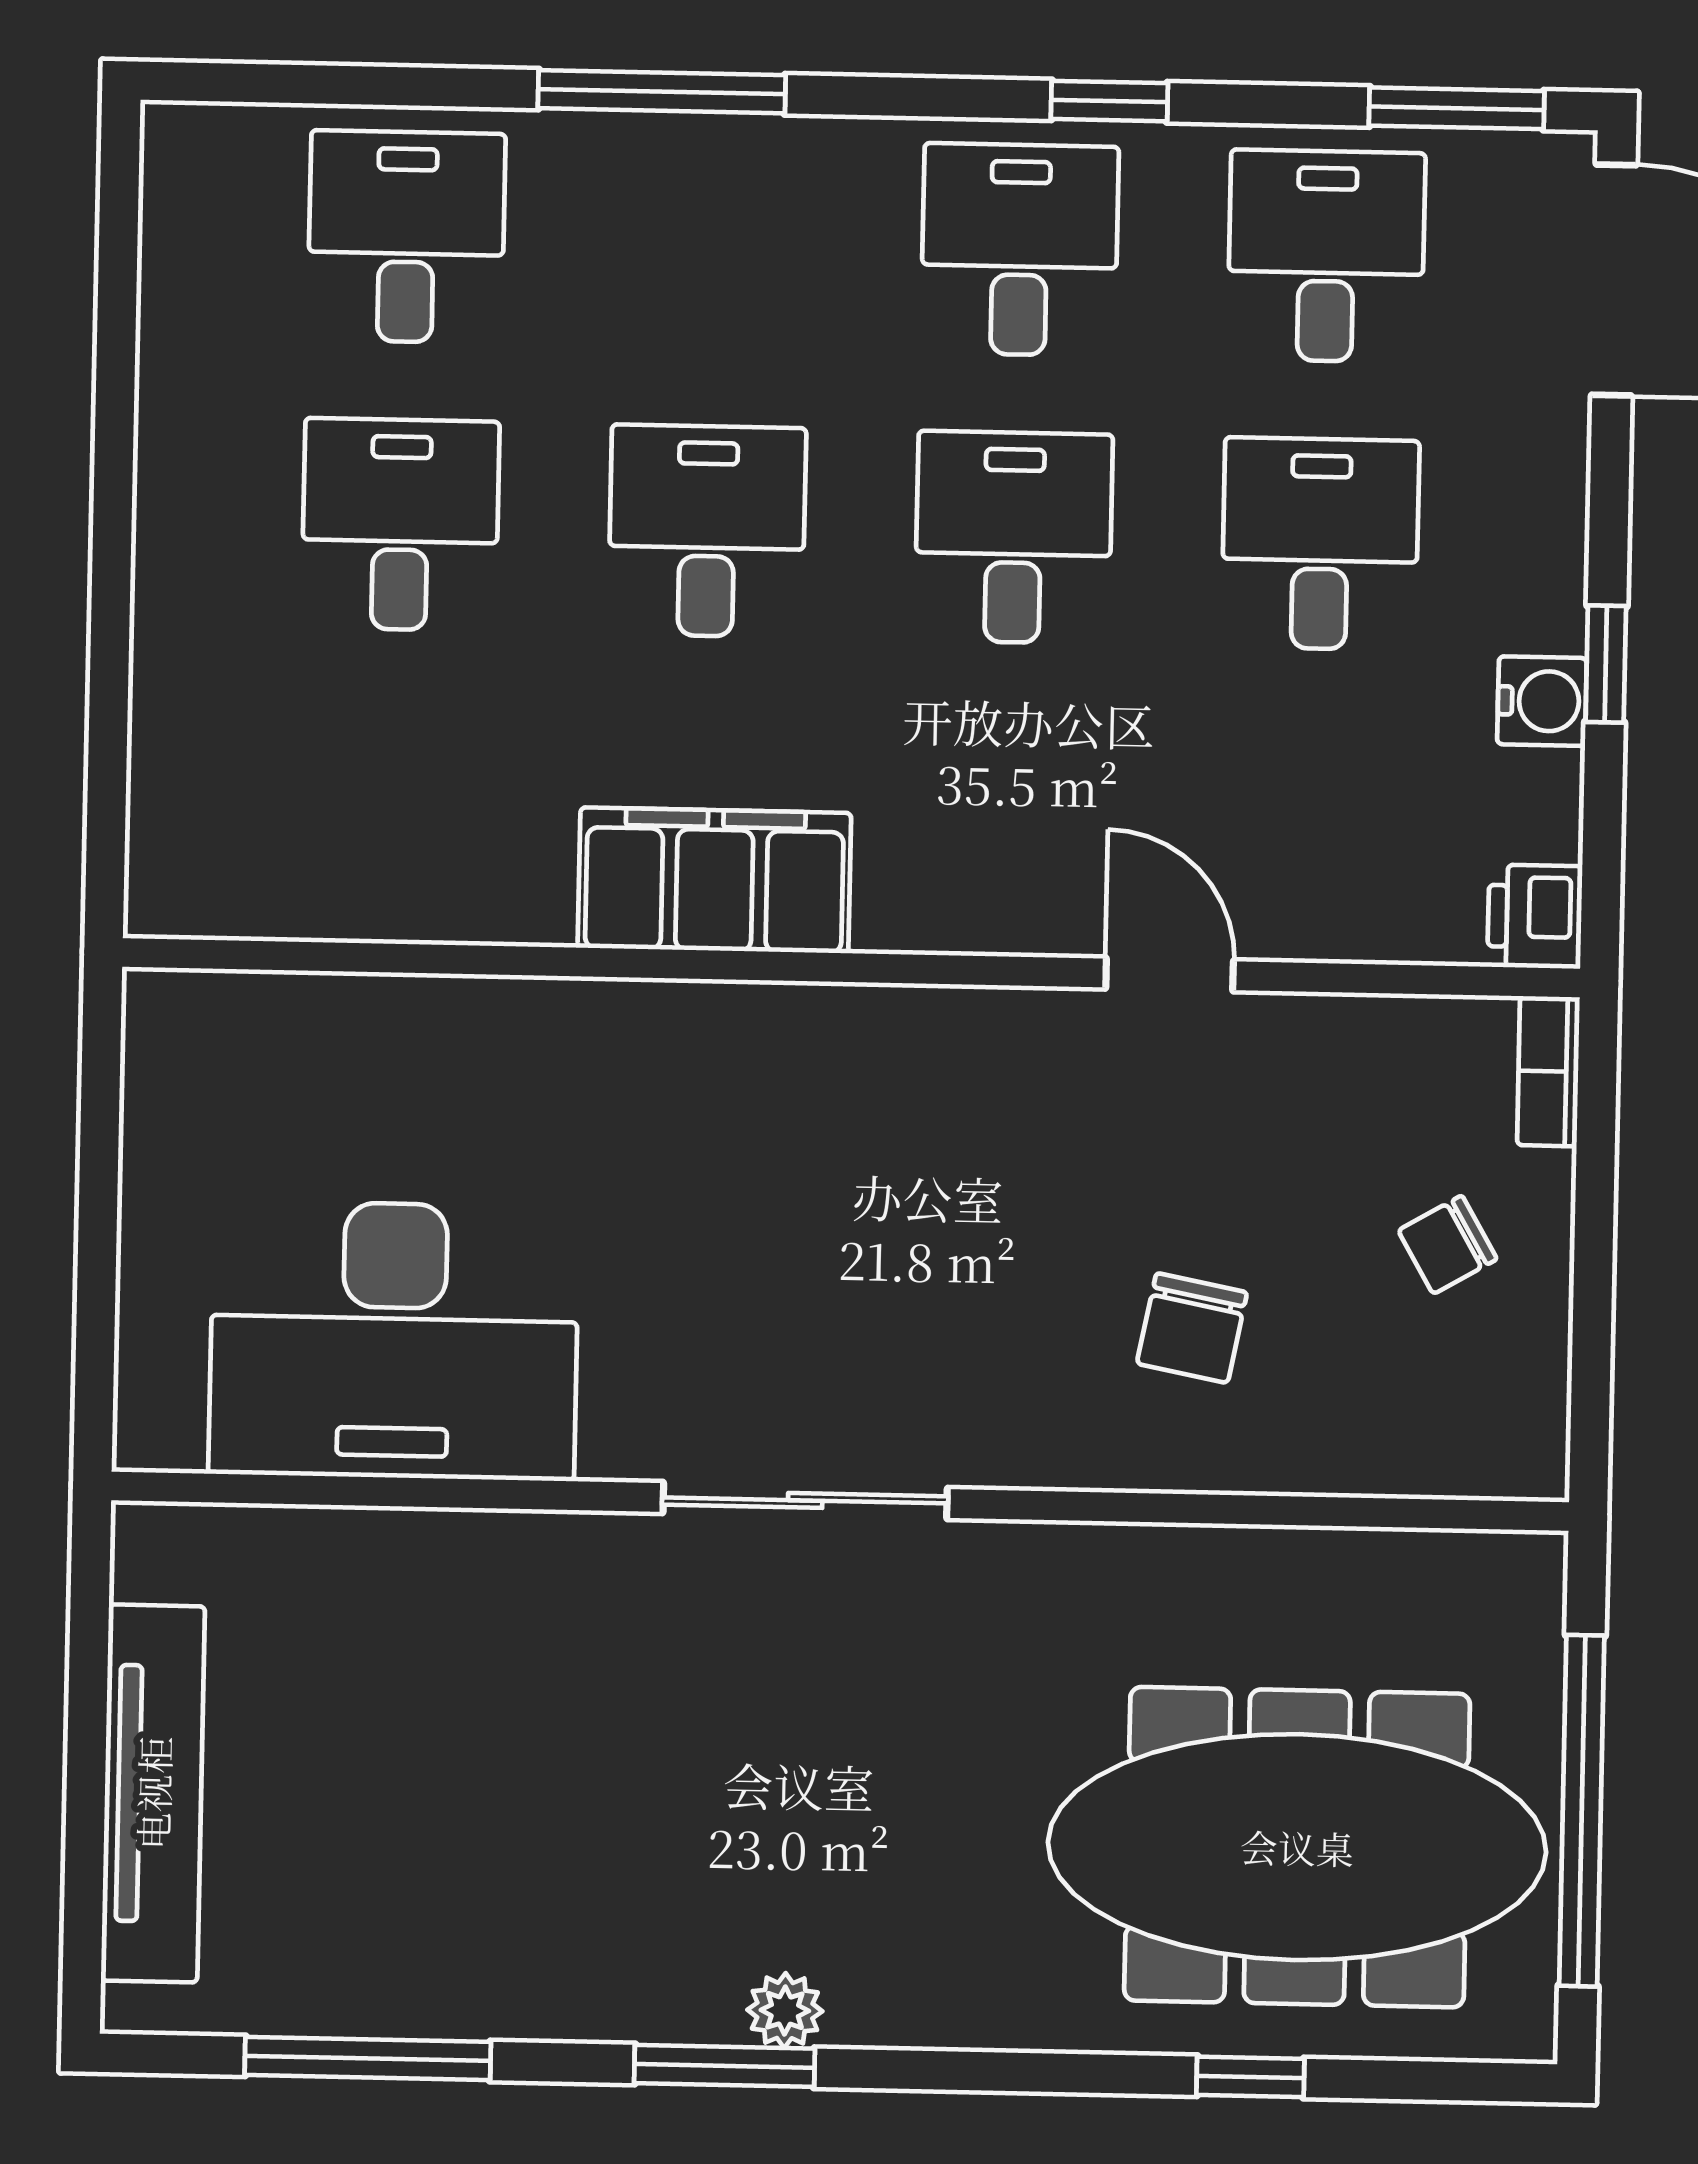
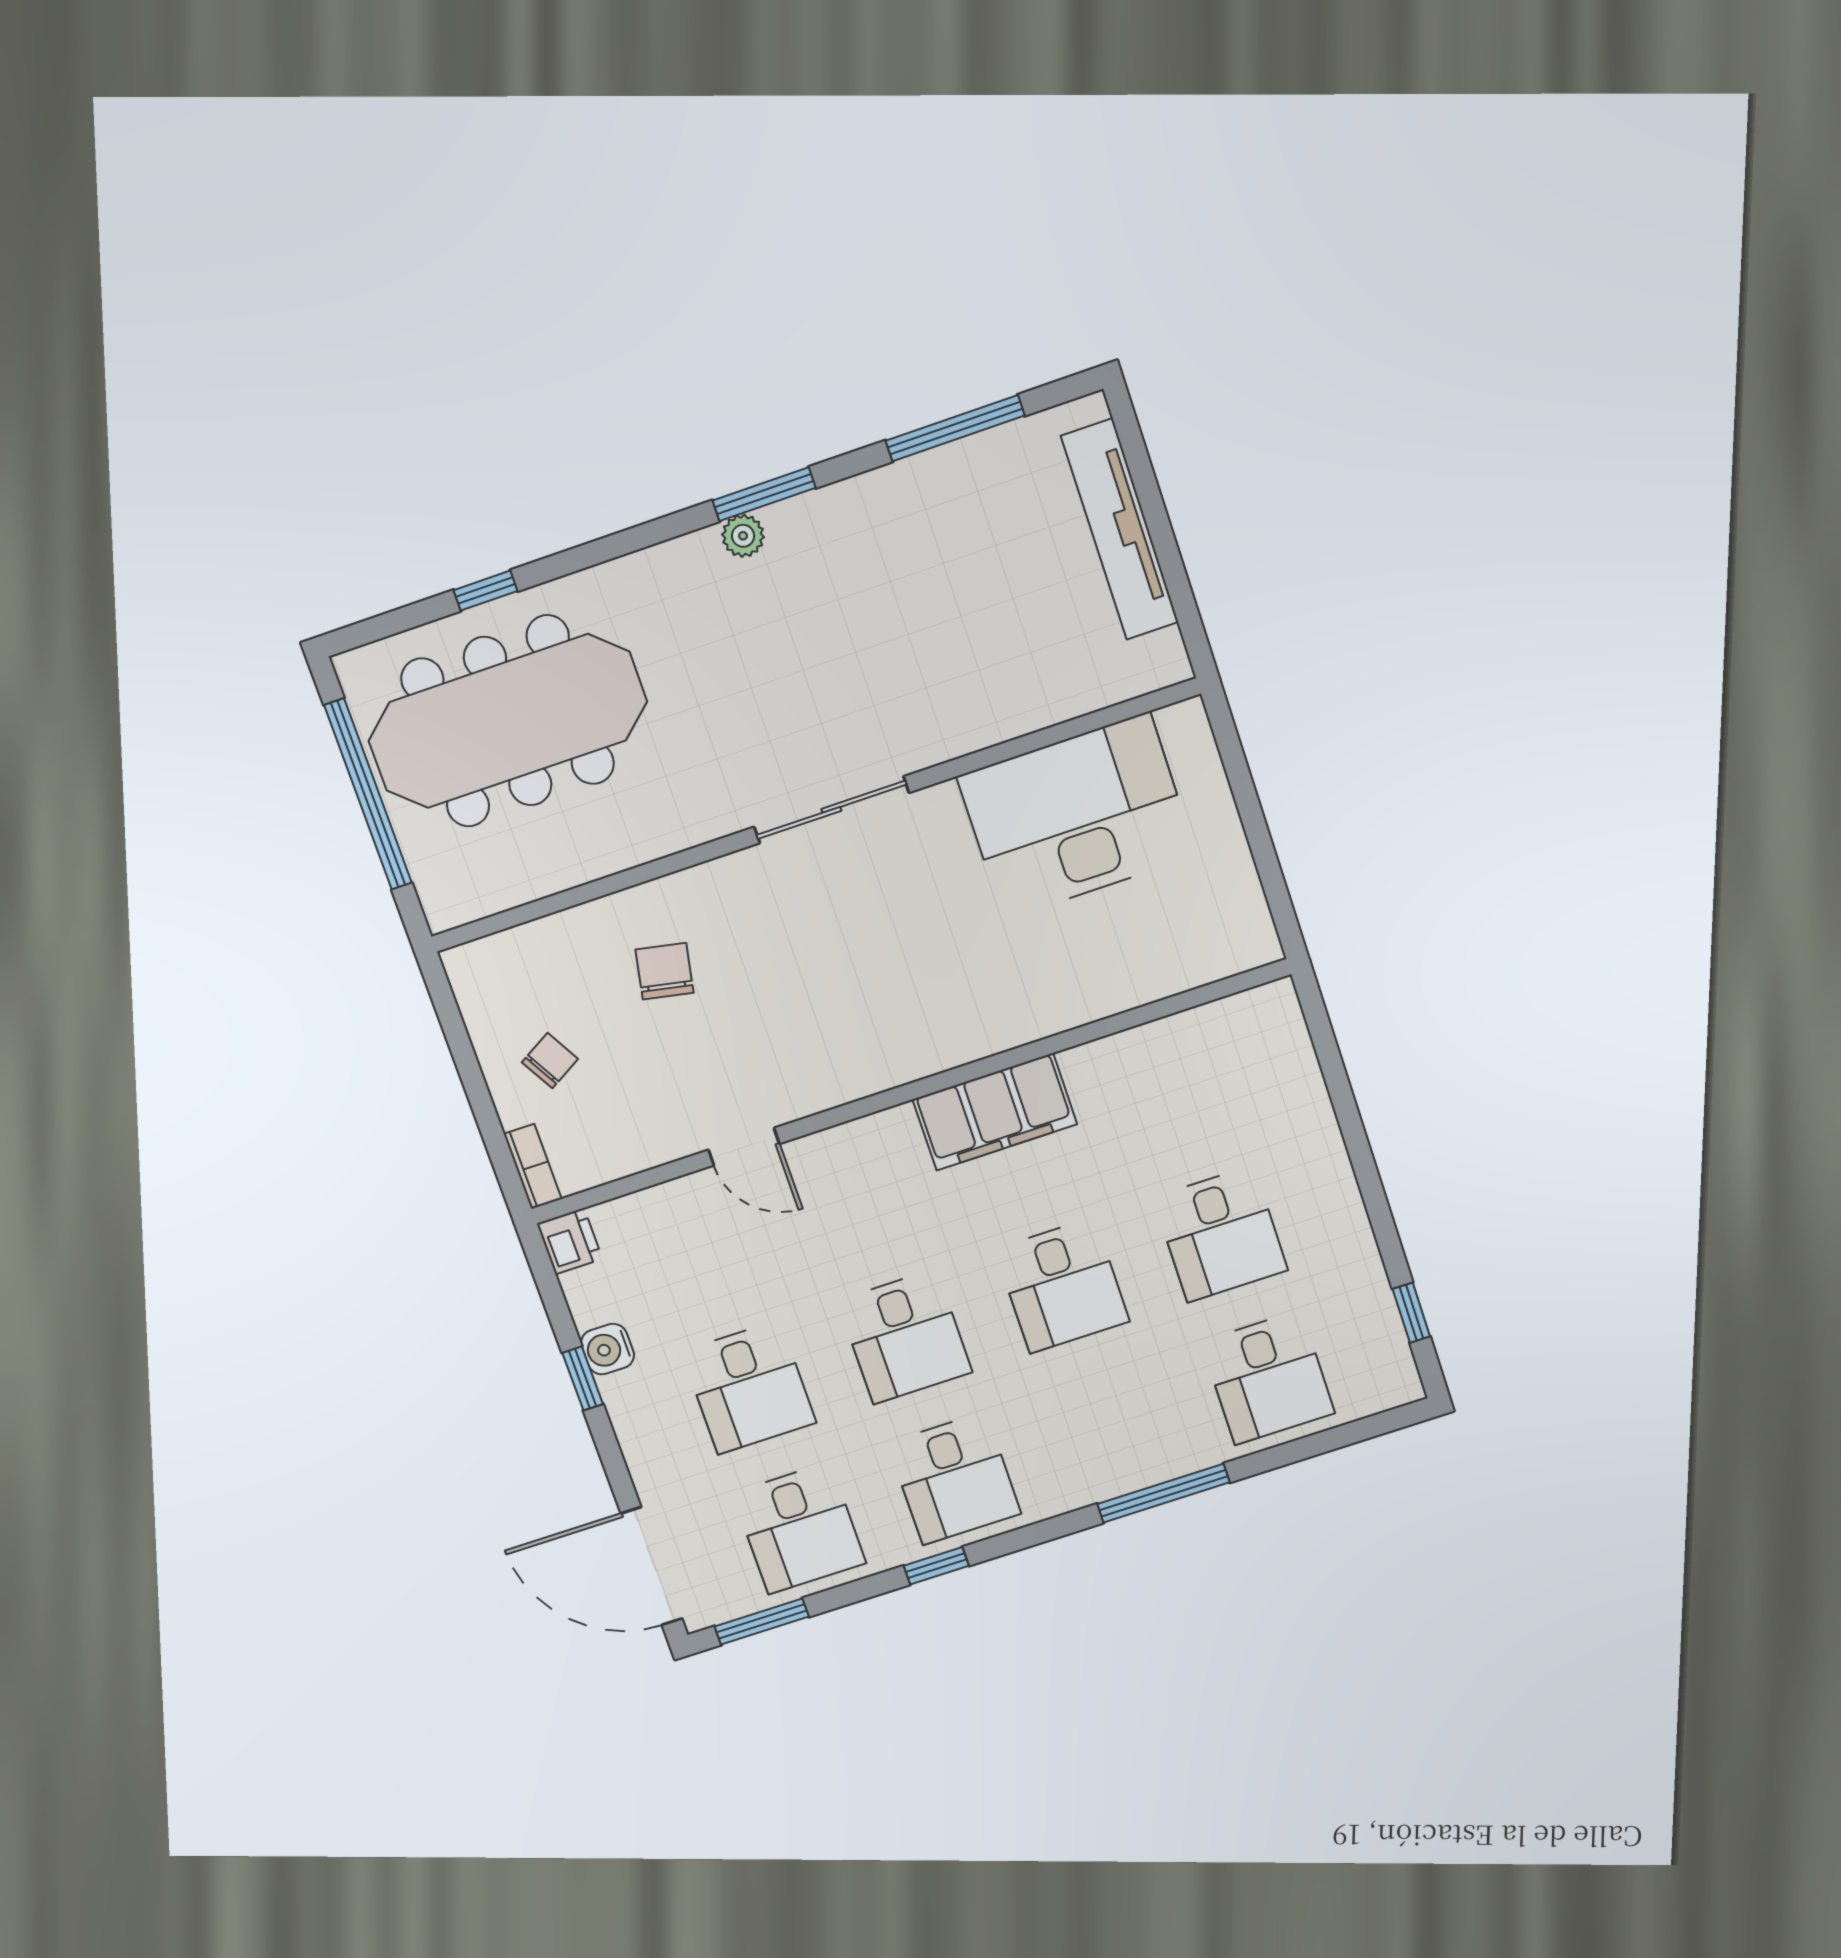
window: (118, 265) -> (1411, 1313), added

